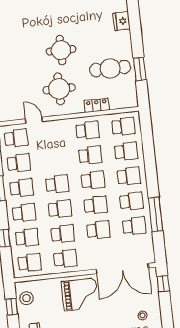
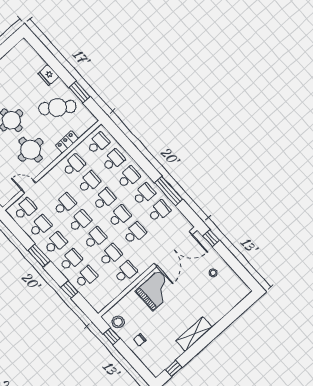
fridge: (122, 21) -> (48, 75), moved
cafe table: (110, 69) -> (57, 108), turned 37
school desk: (30, 263) -> (65, 204), moved

